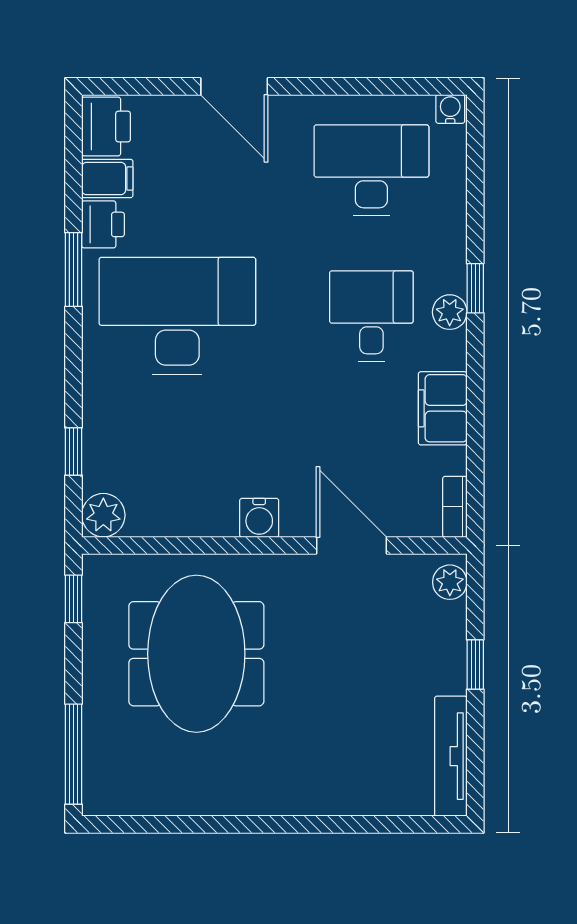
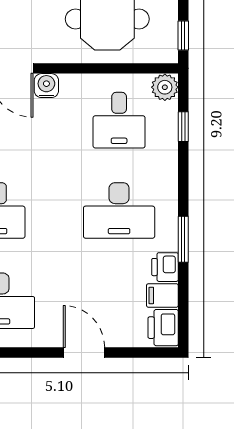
desk: (177, 316) -> (119, 210), width x0.73, depth x0.77
desk: (177, 462) -> (119, 120), added
water cooler: (259, 518) -> (46, 86), moved

